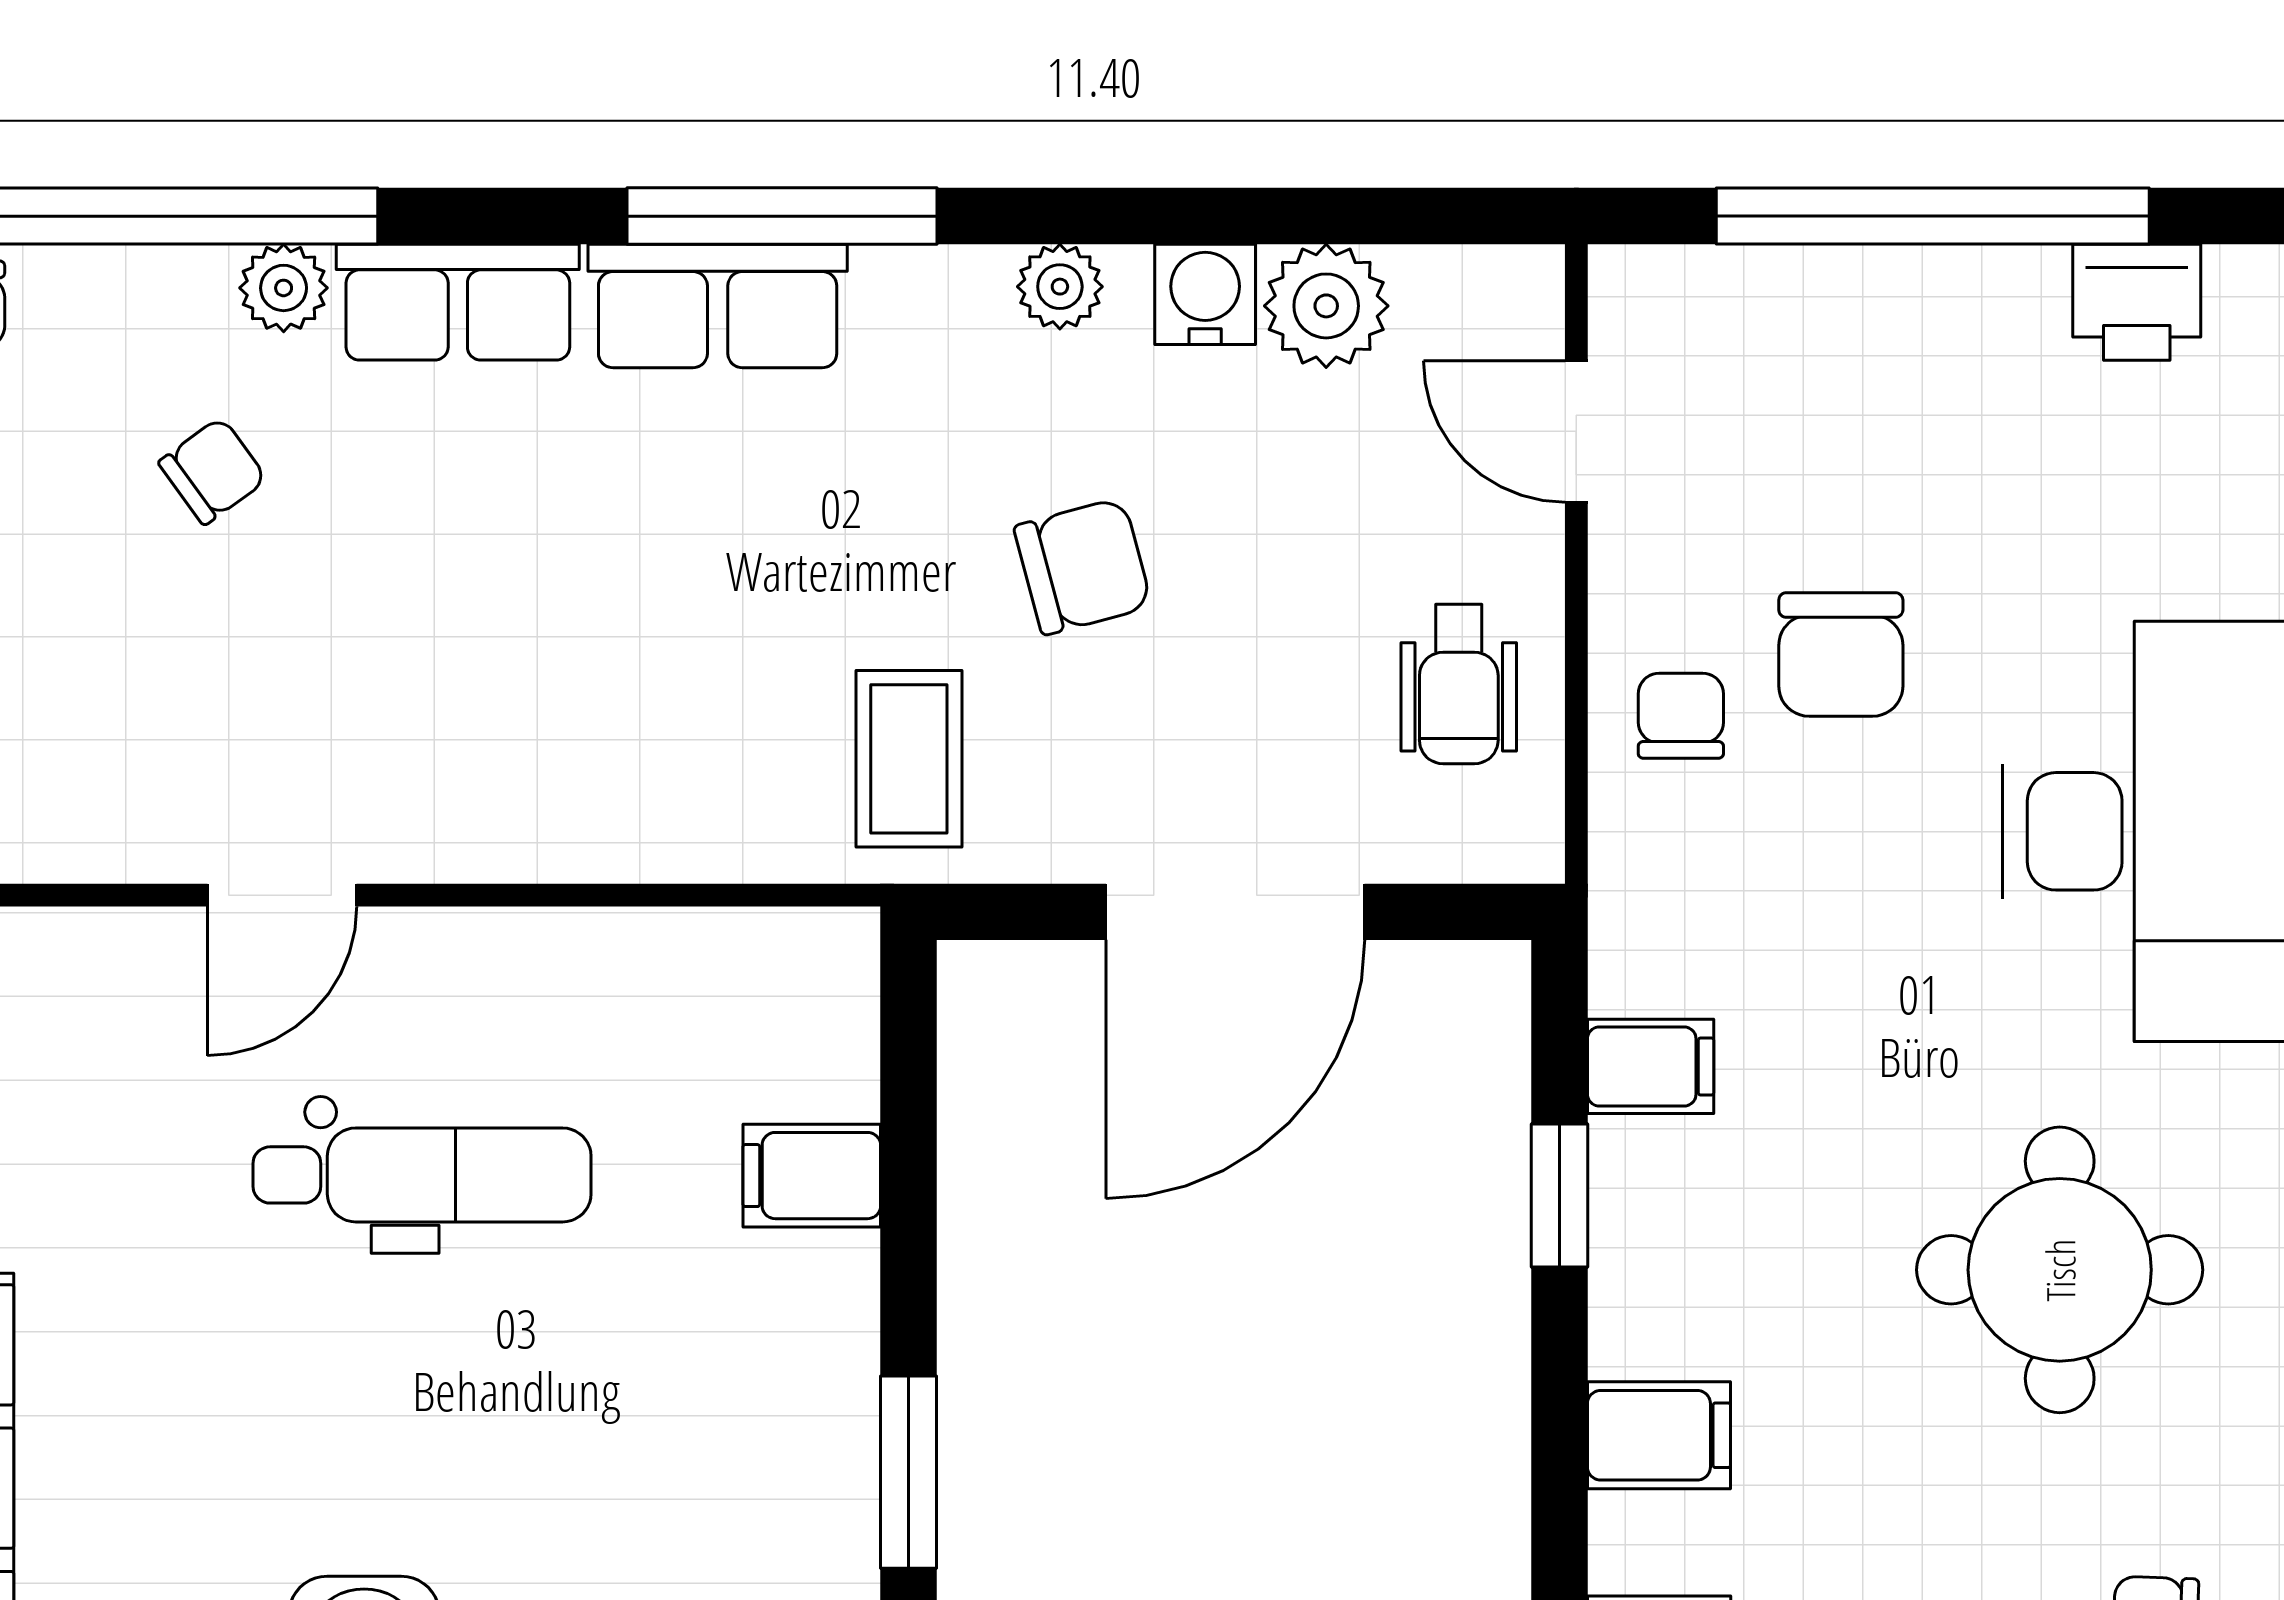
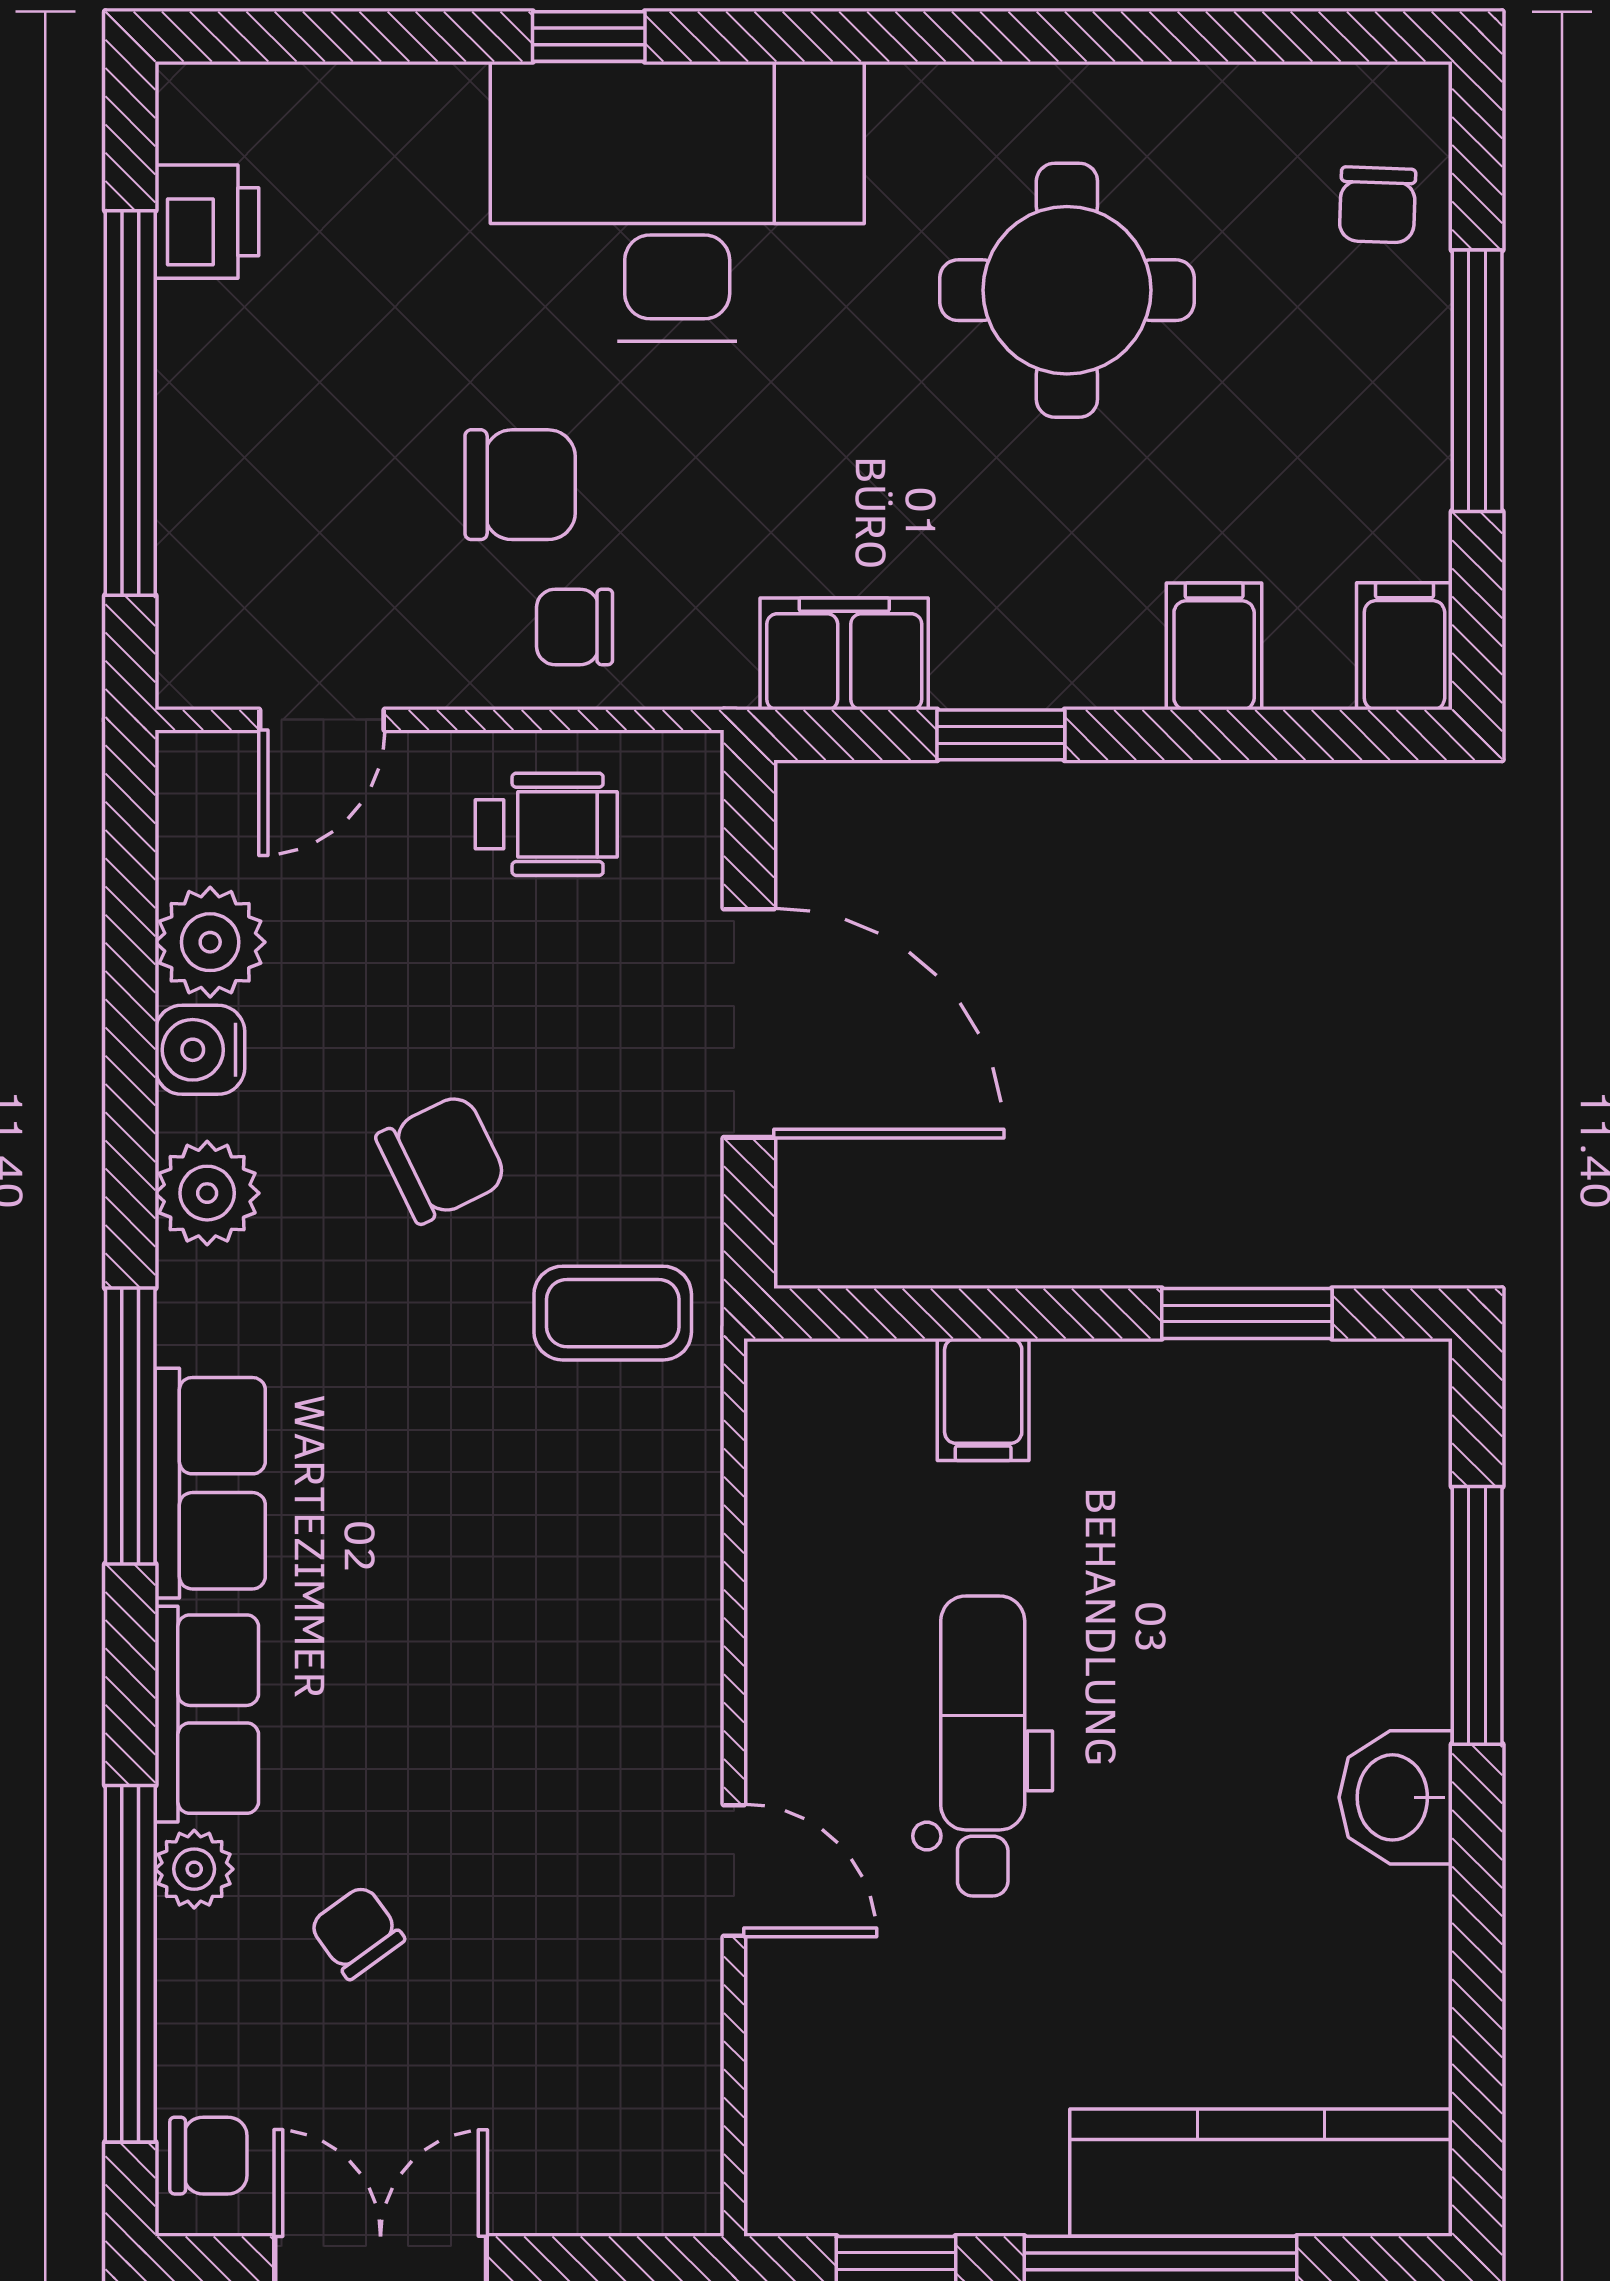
plant: (1060, 287) -> (207, 1193), width x1.38, depth x1.38
chair: (1083, 566) -> (442, 1159), turned 79
filing cabinet: (1651, 1066) -> (844, 654), width x2.00

